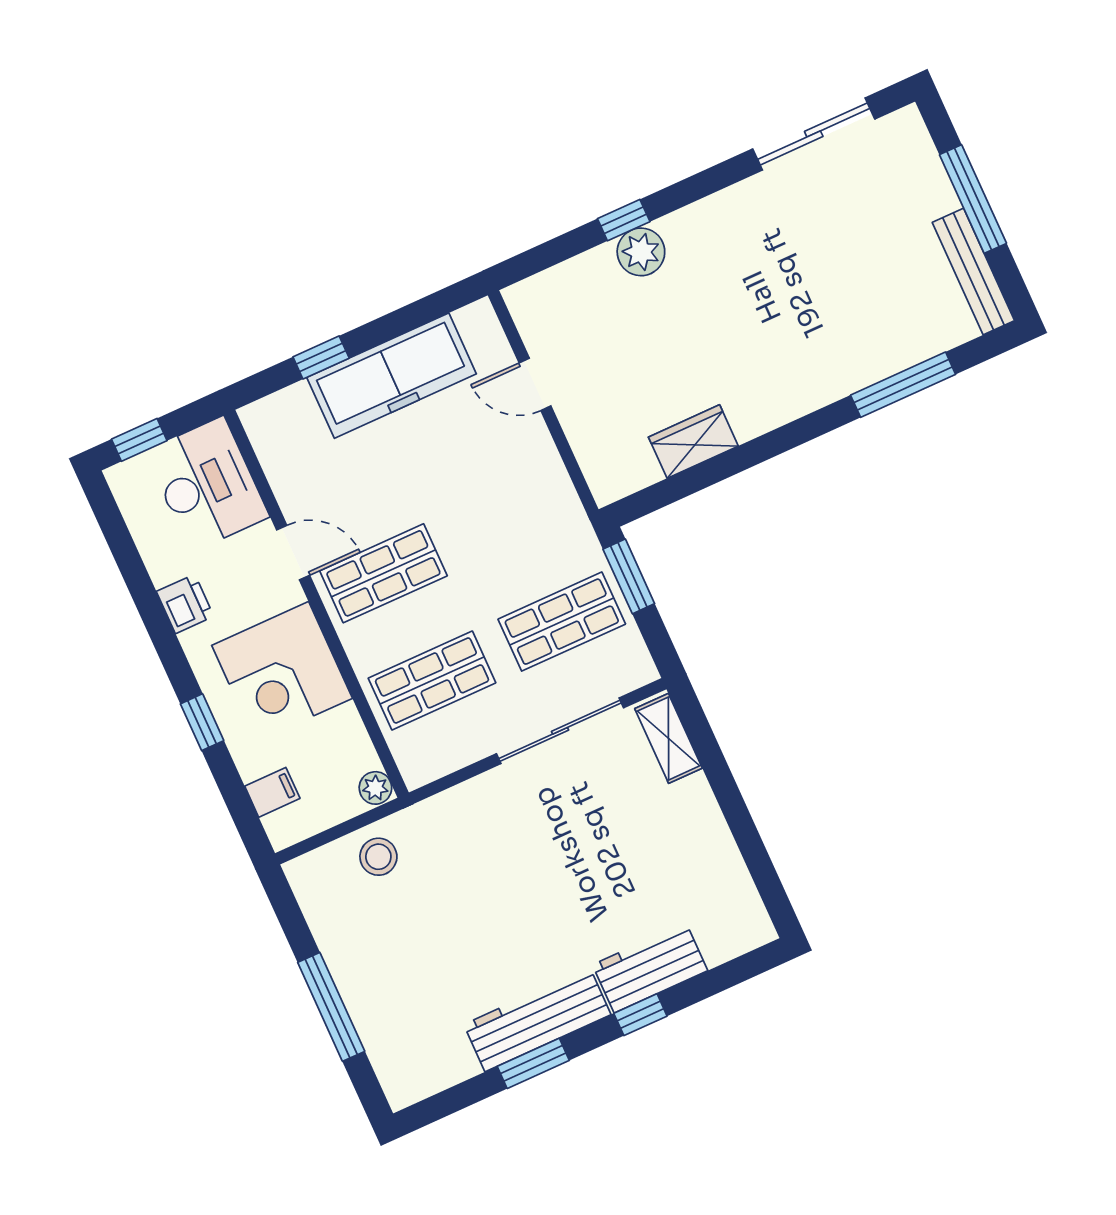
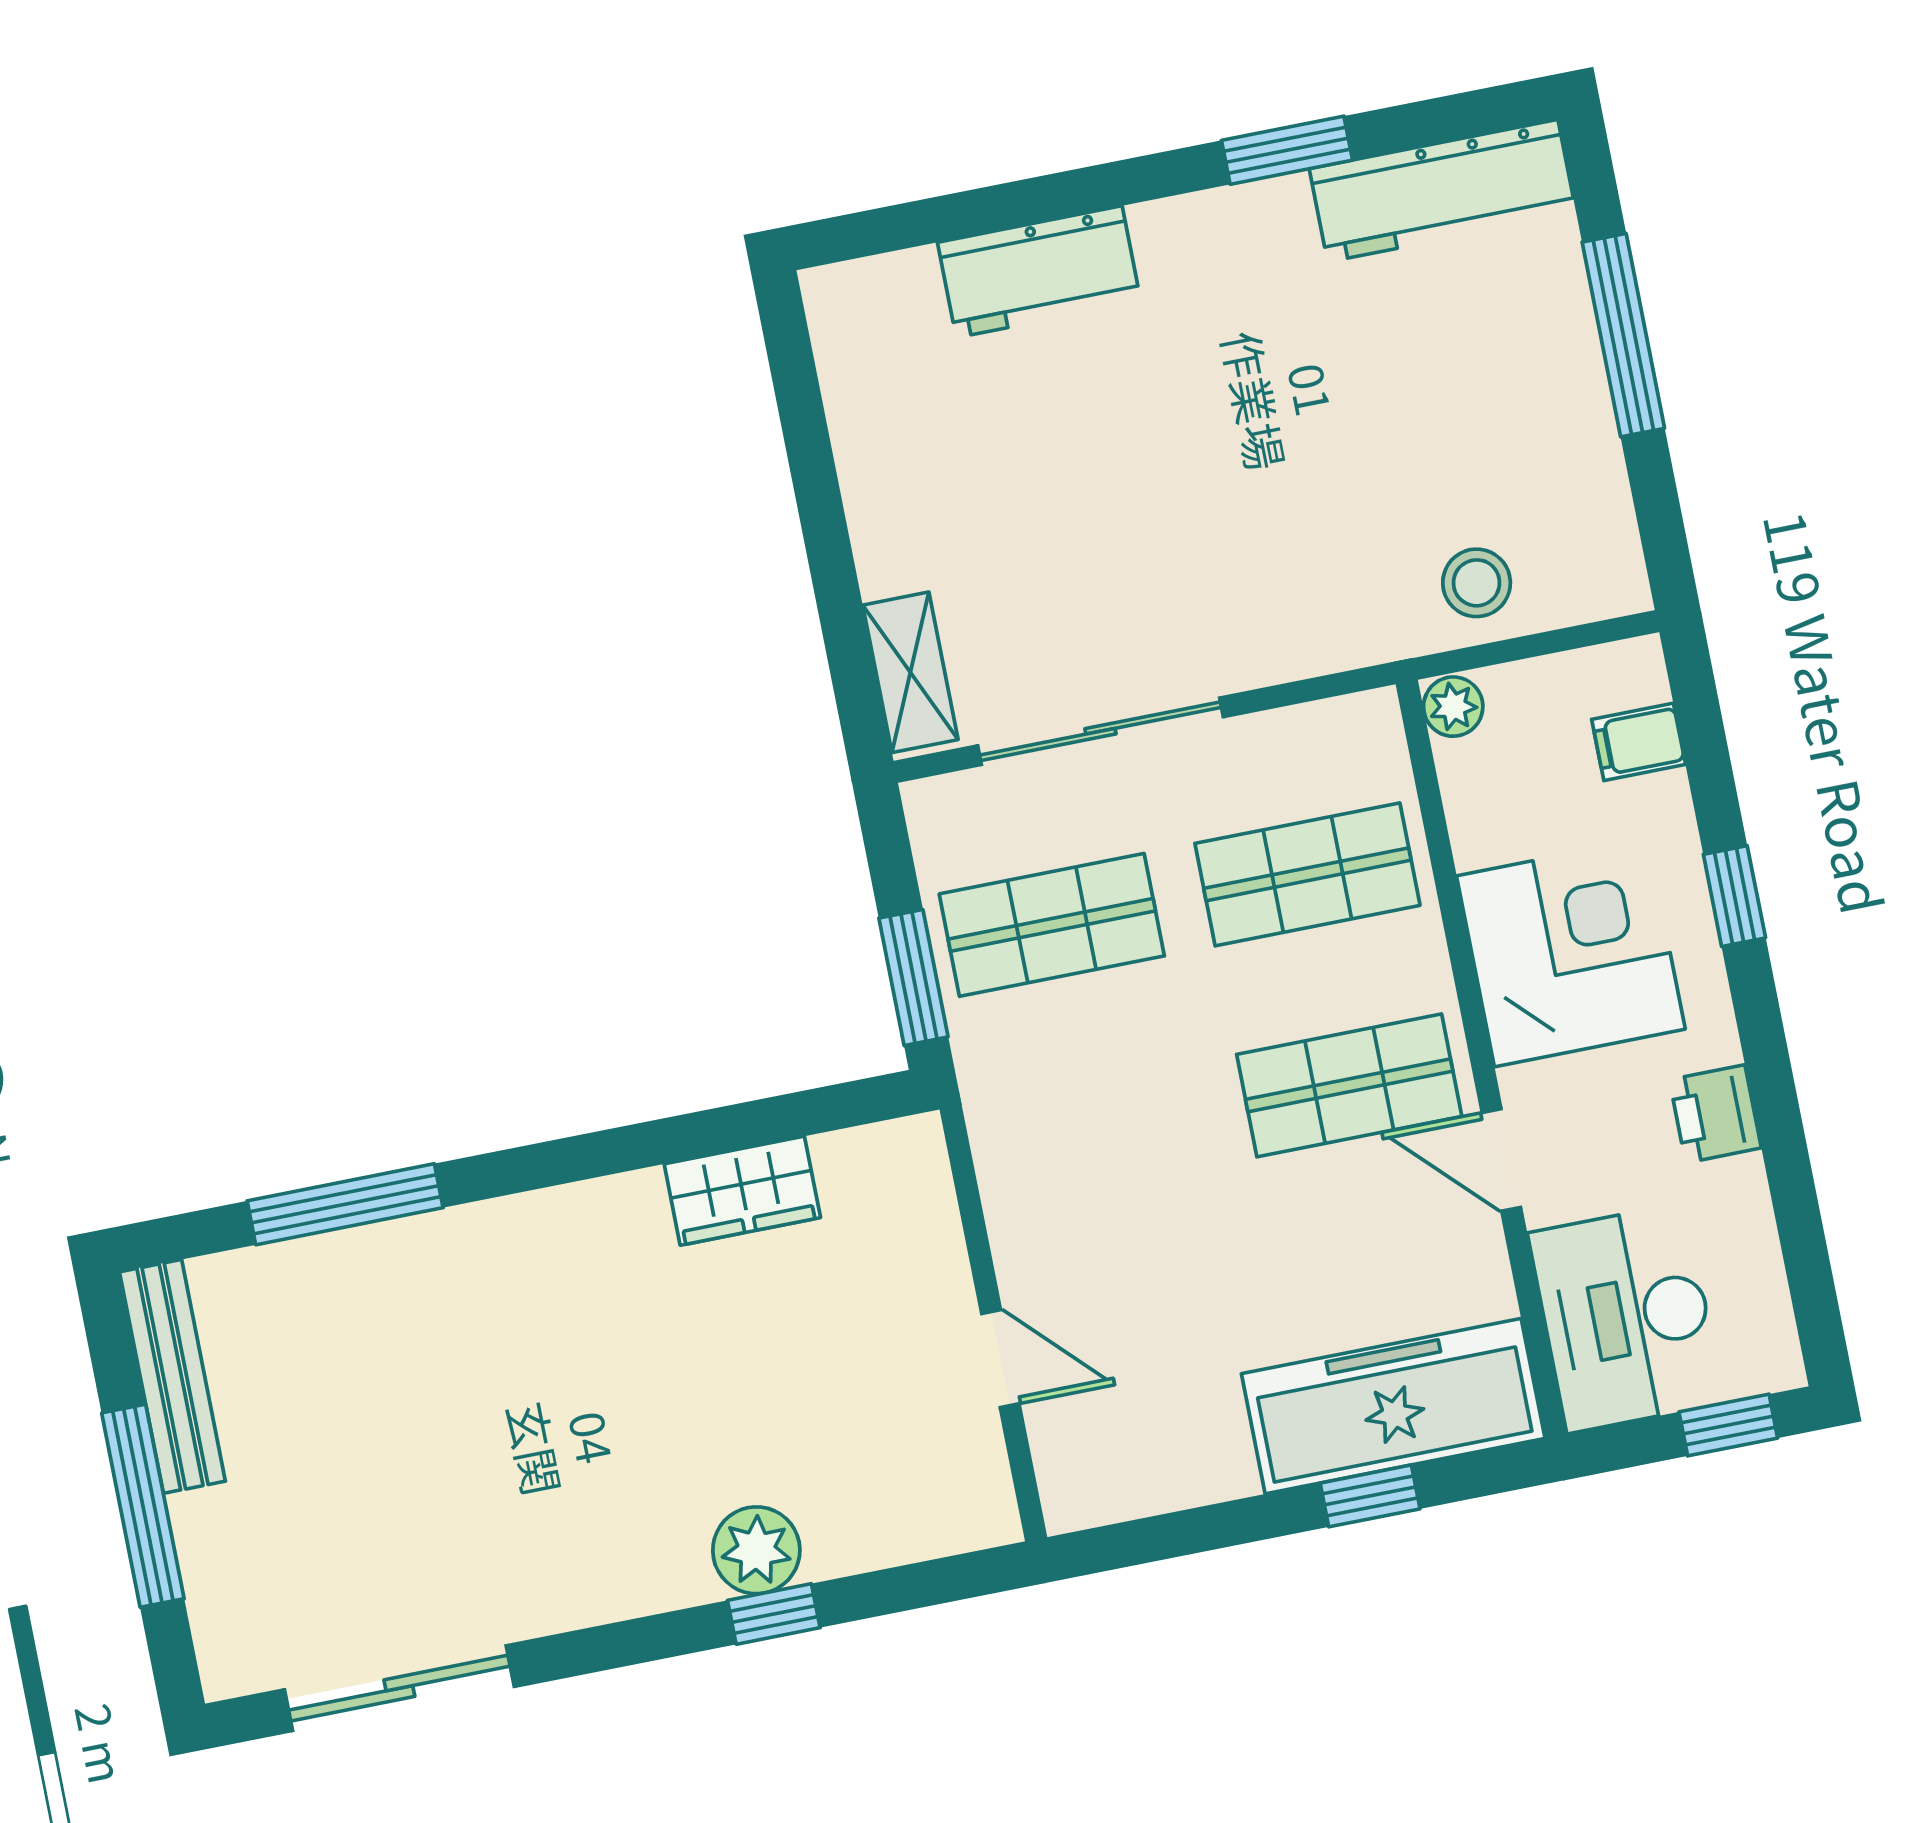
freezer: (392, 376) -> (1393, 1406), moved
window: (640, 1015) -> (1076, 192), removed
workbench: (537, 1019) -> (1443, 191), moved

